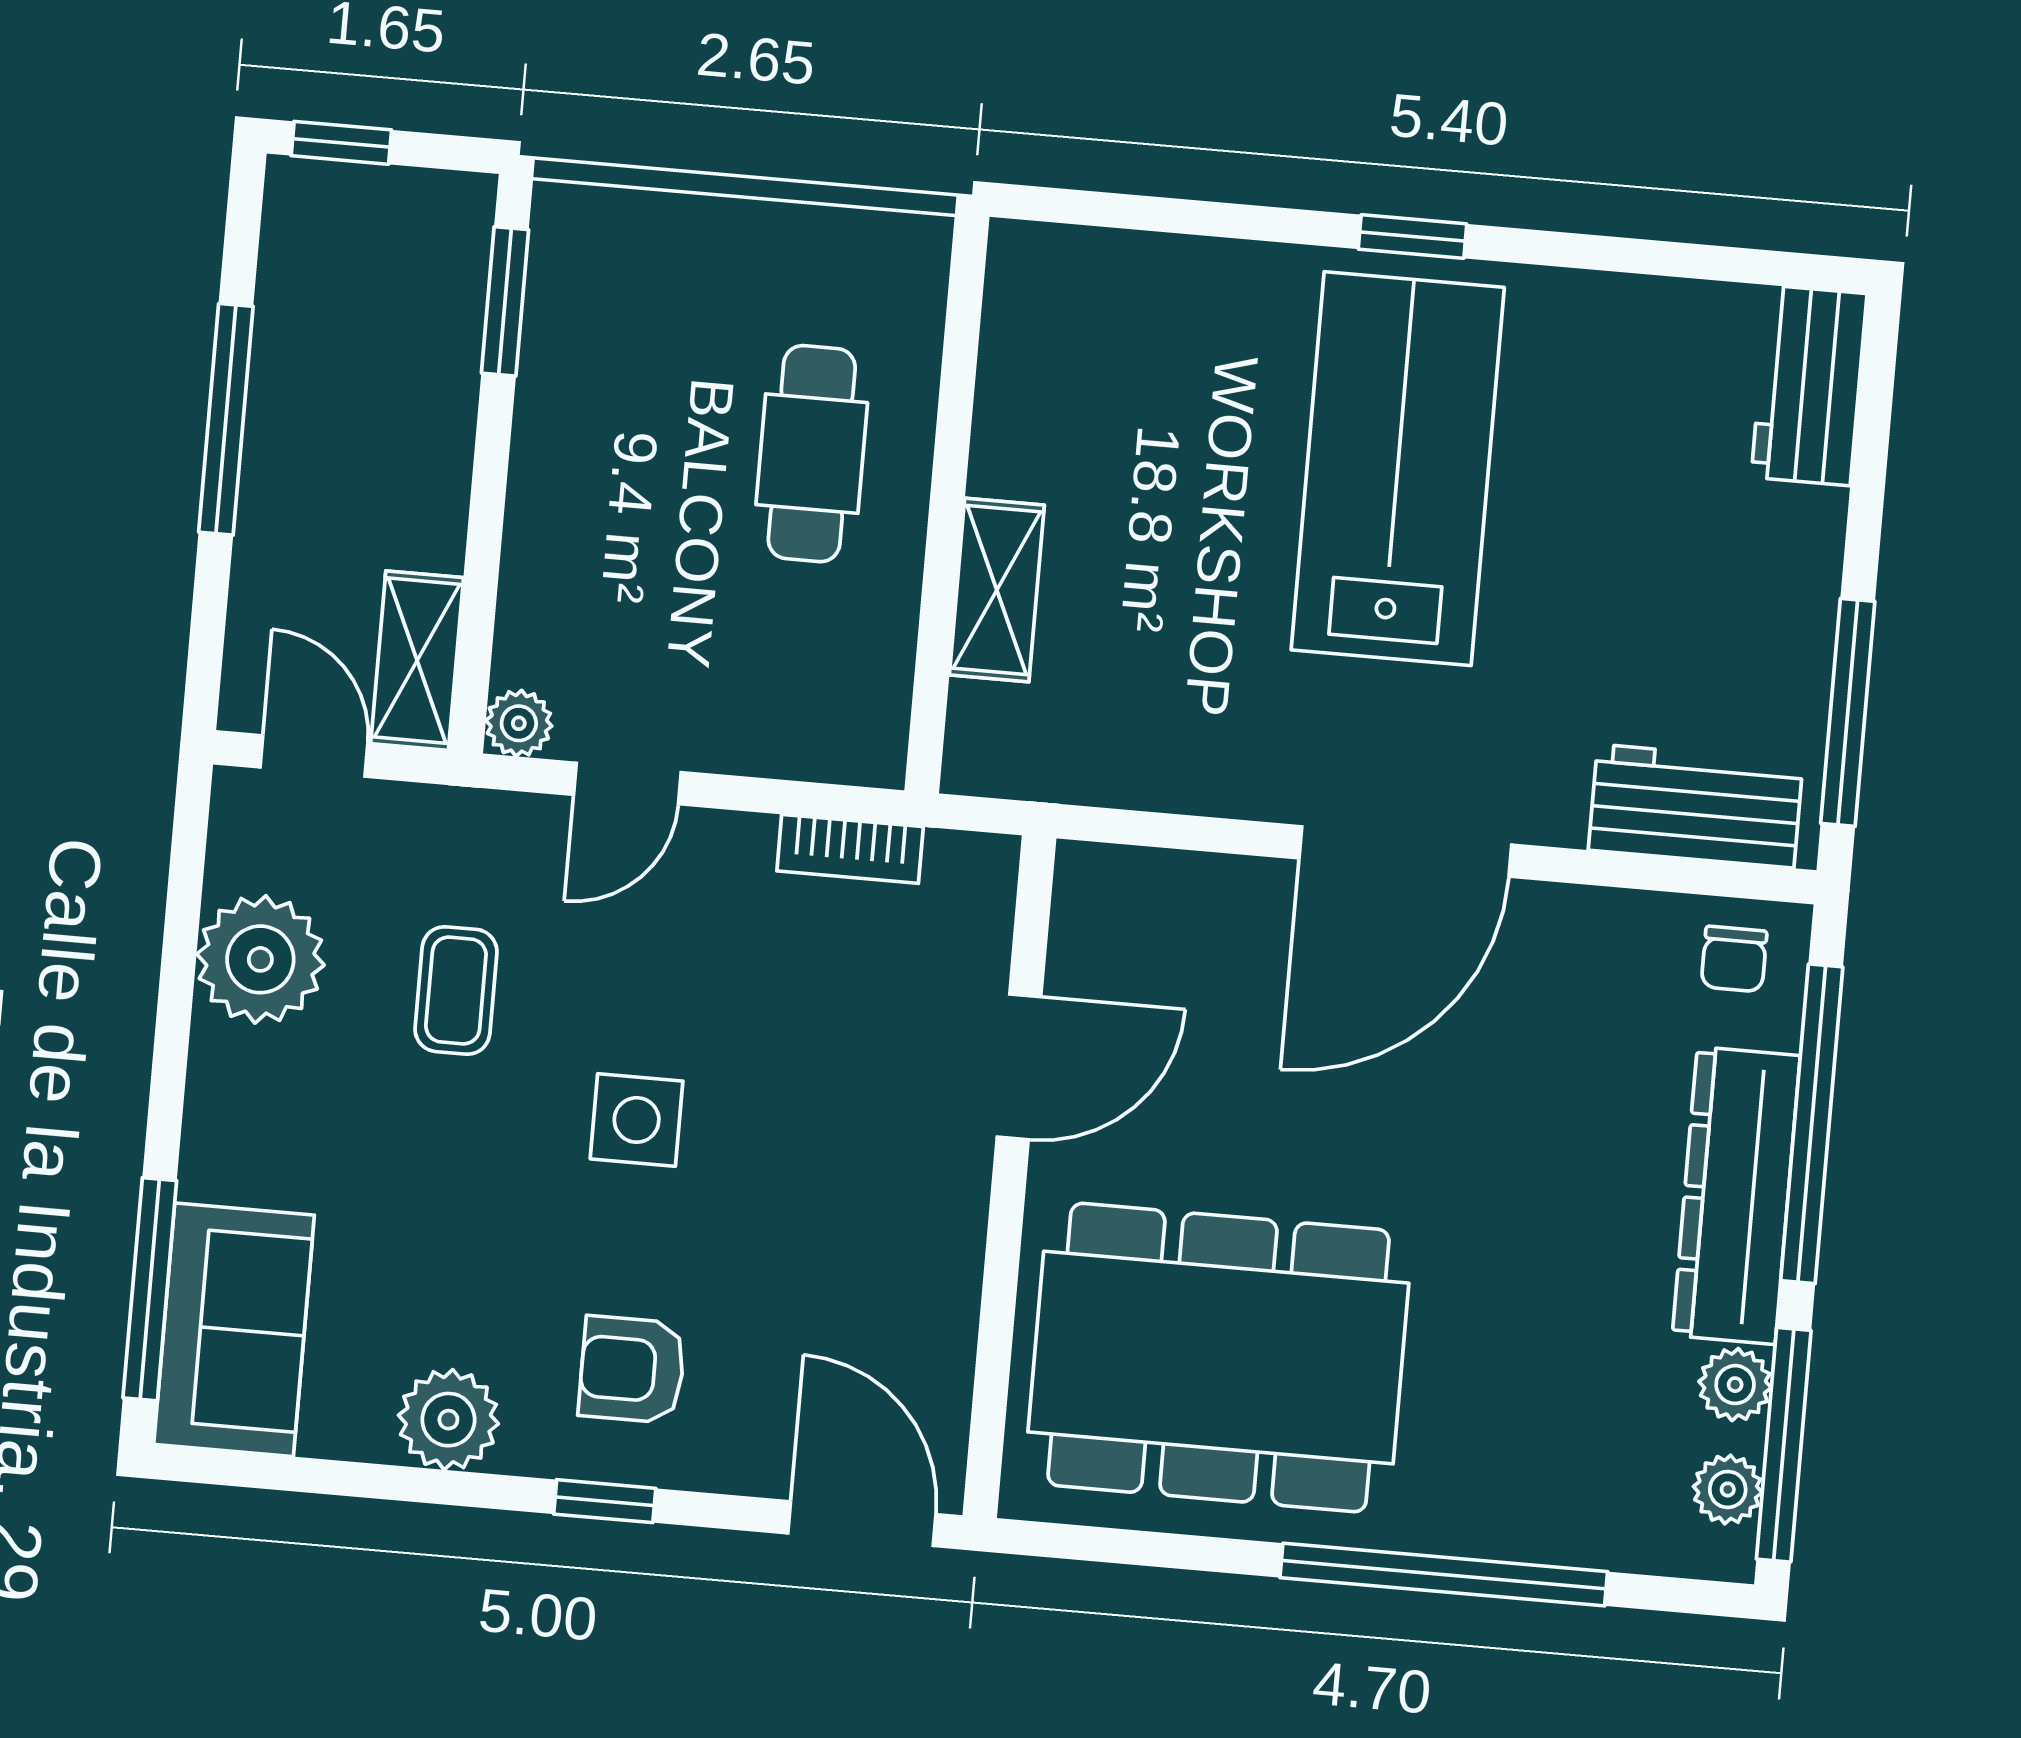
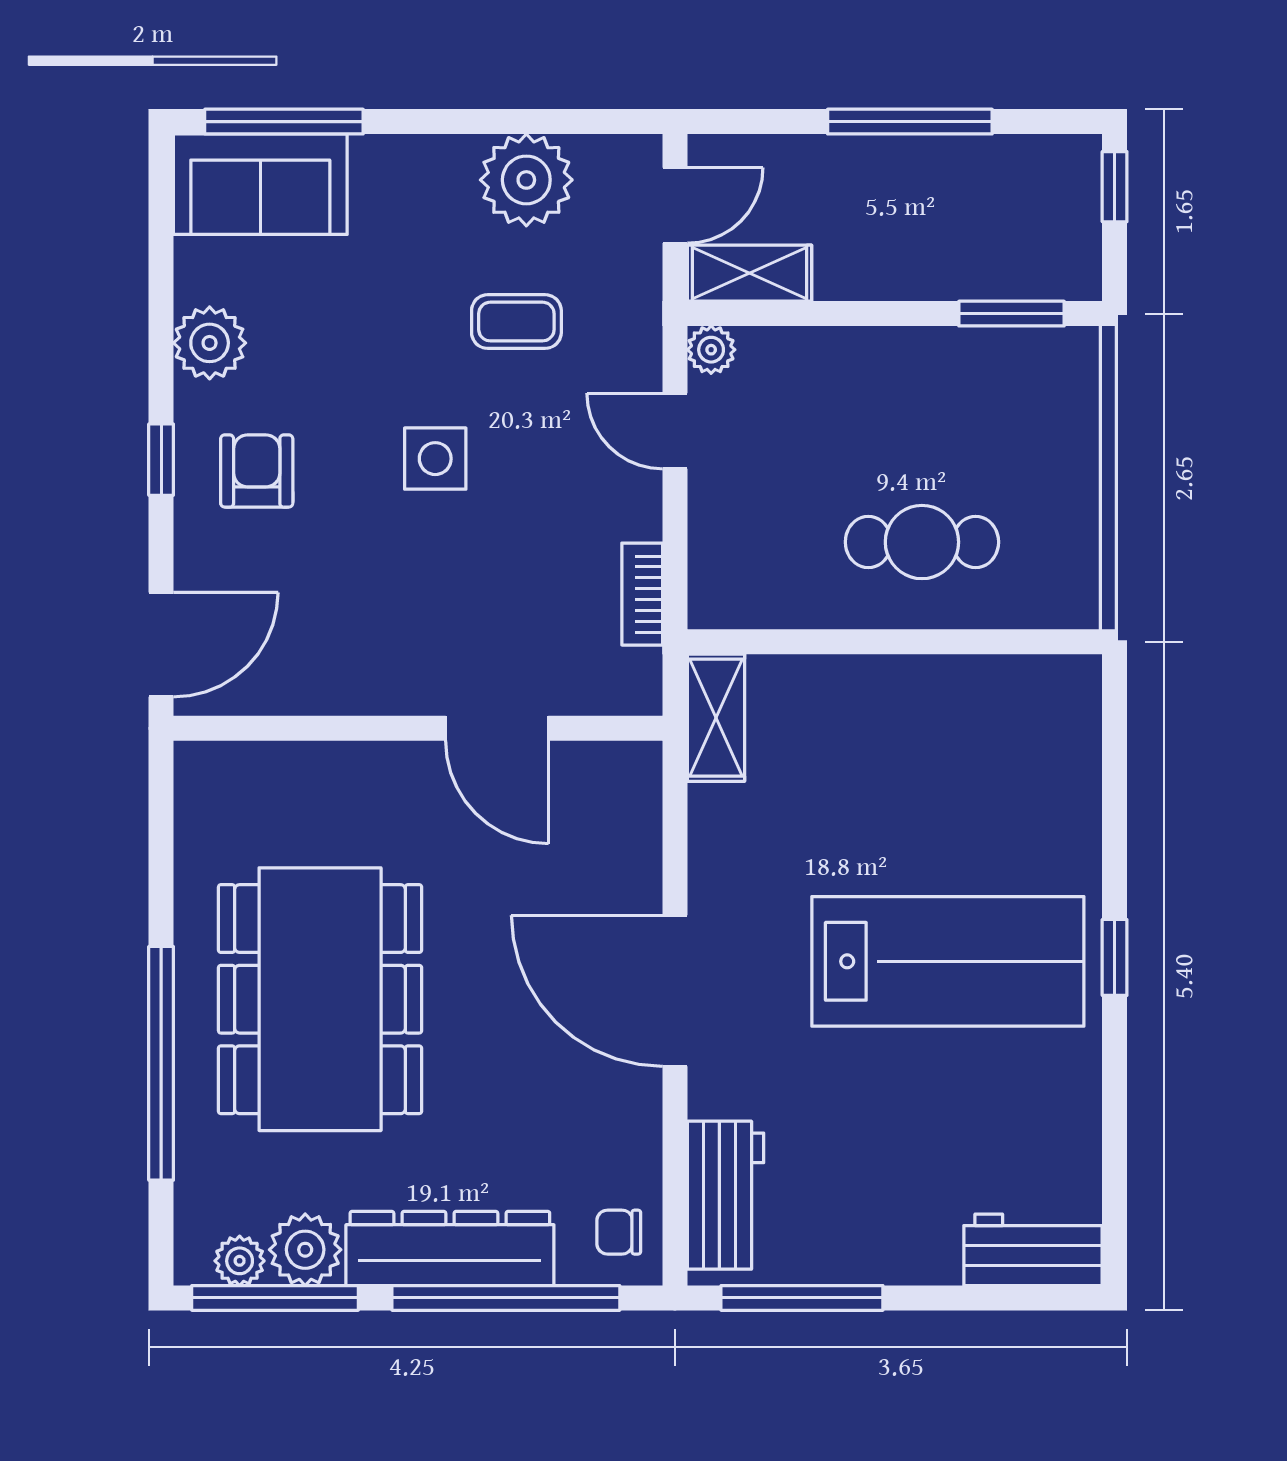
shelving: (997, 590) -> (716, 718), moved, turned 90
dining table: (1218, 1358) -> (320, 999), moved
plant: (1735, 1385) -> (305, 1250), width x1.38, depth x1.38

